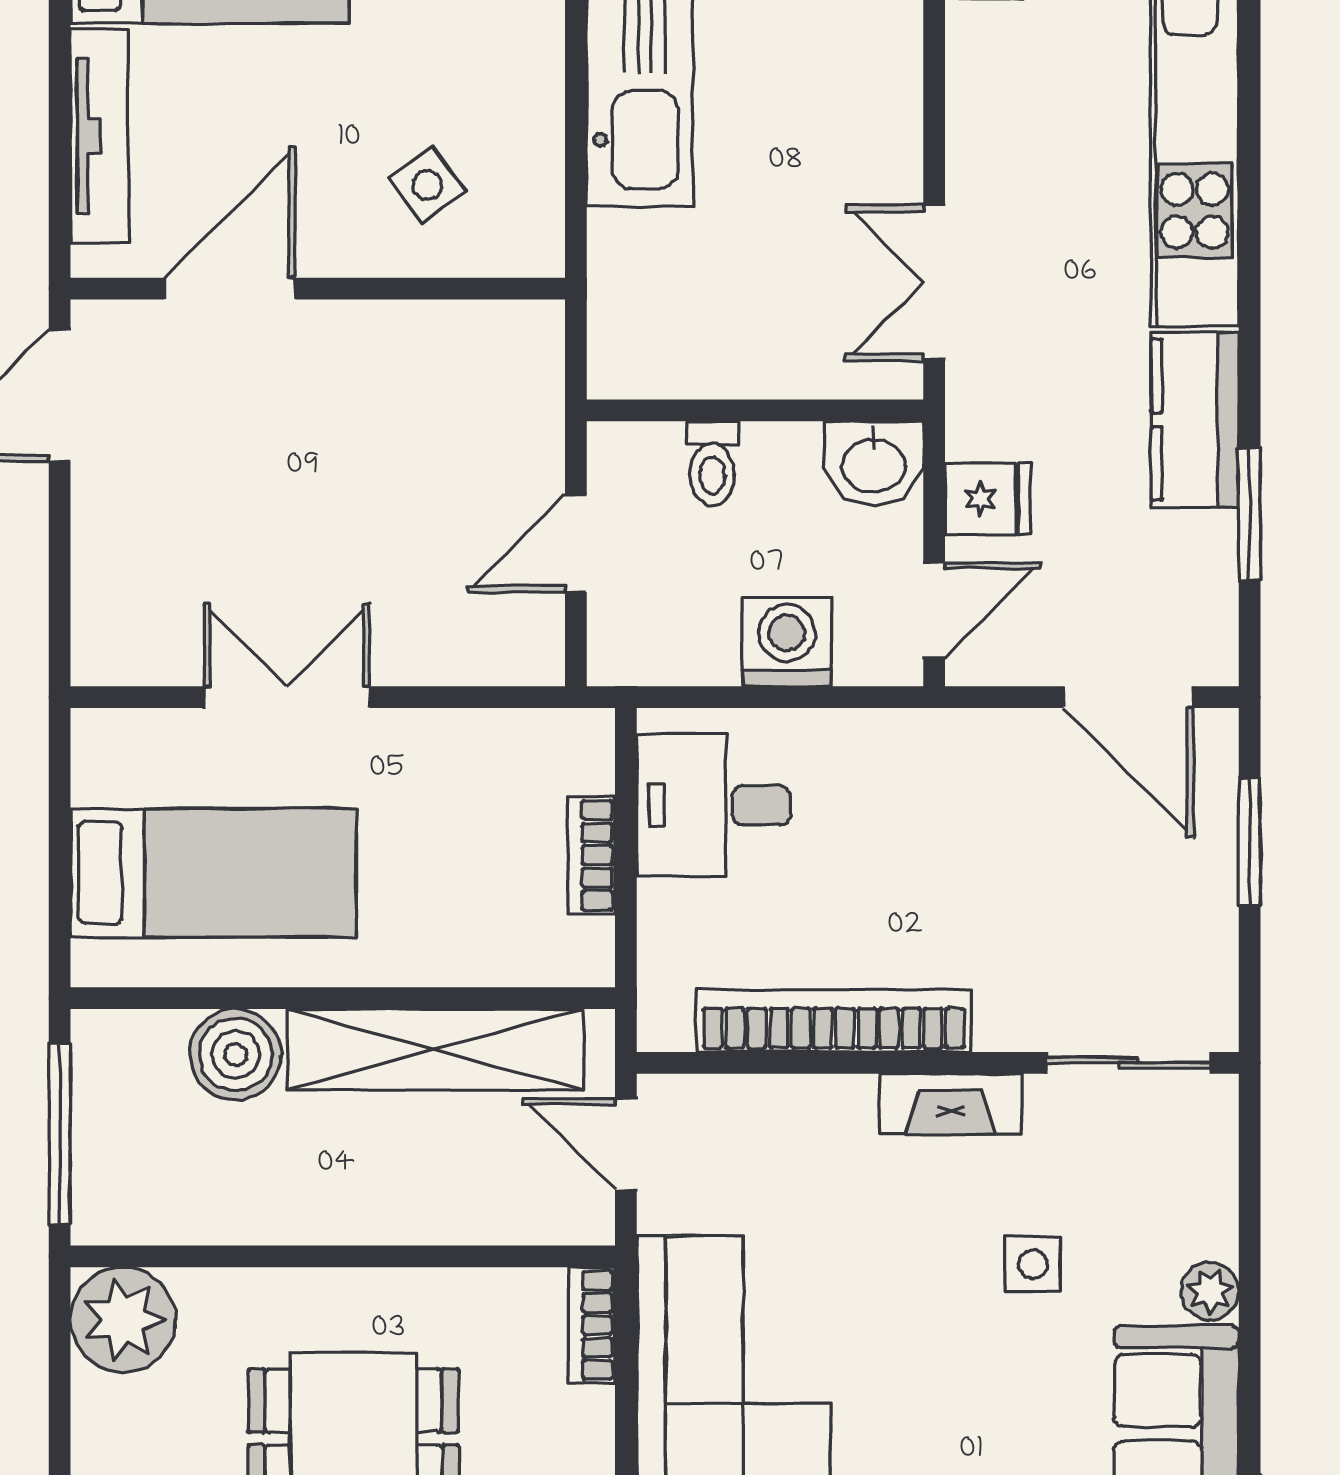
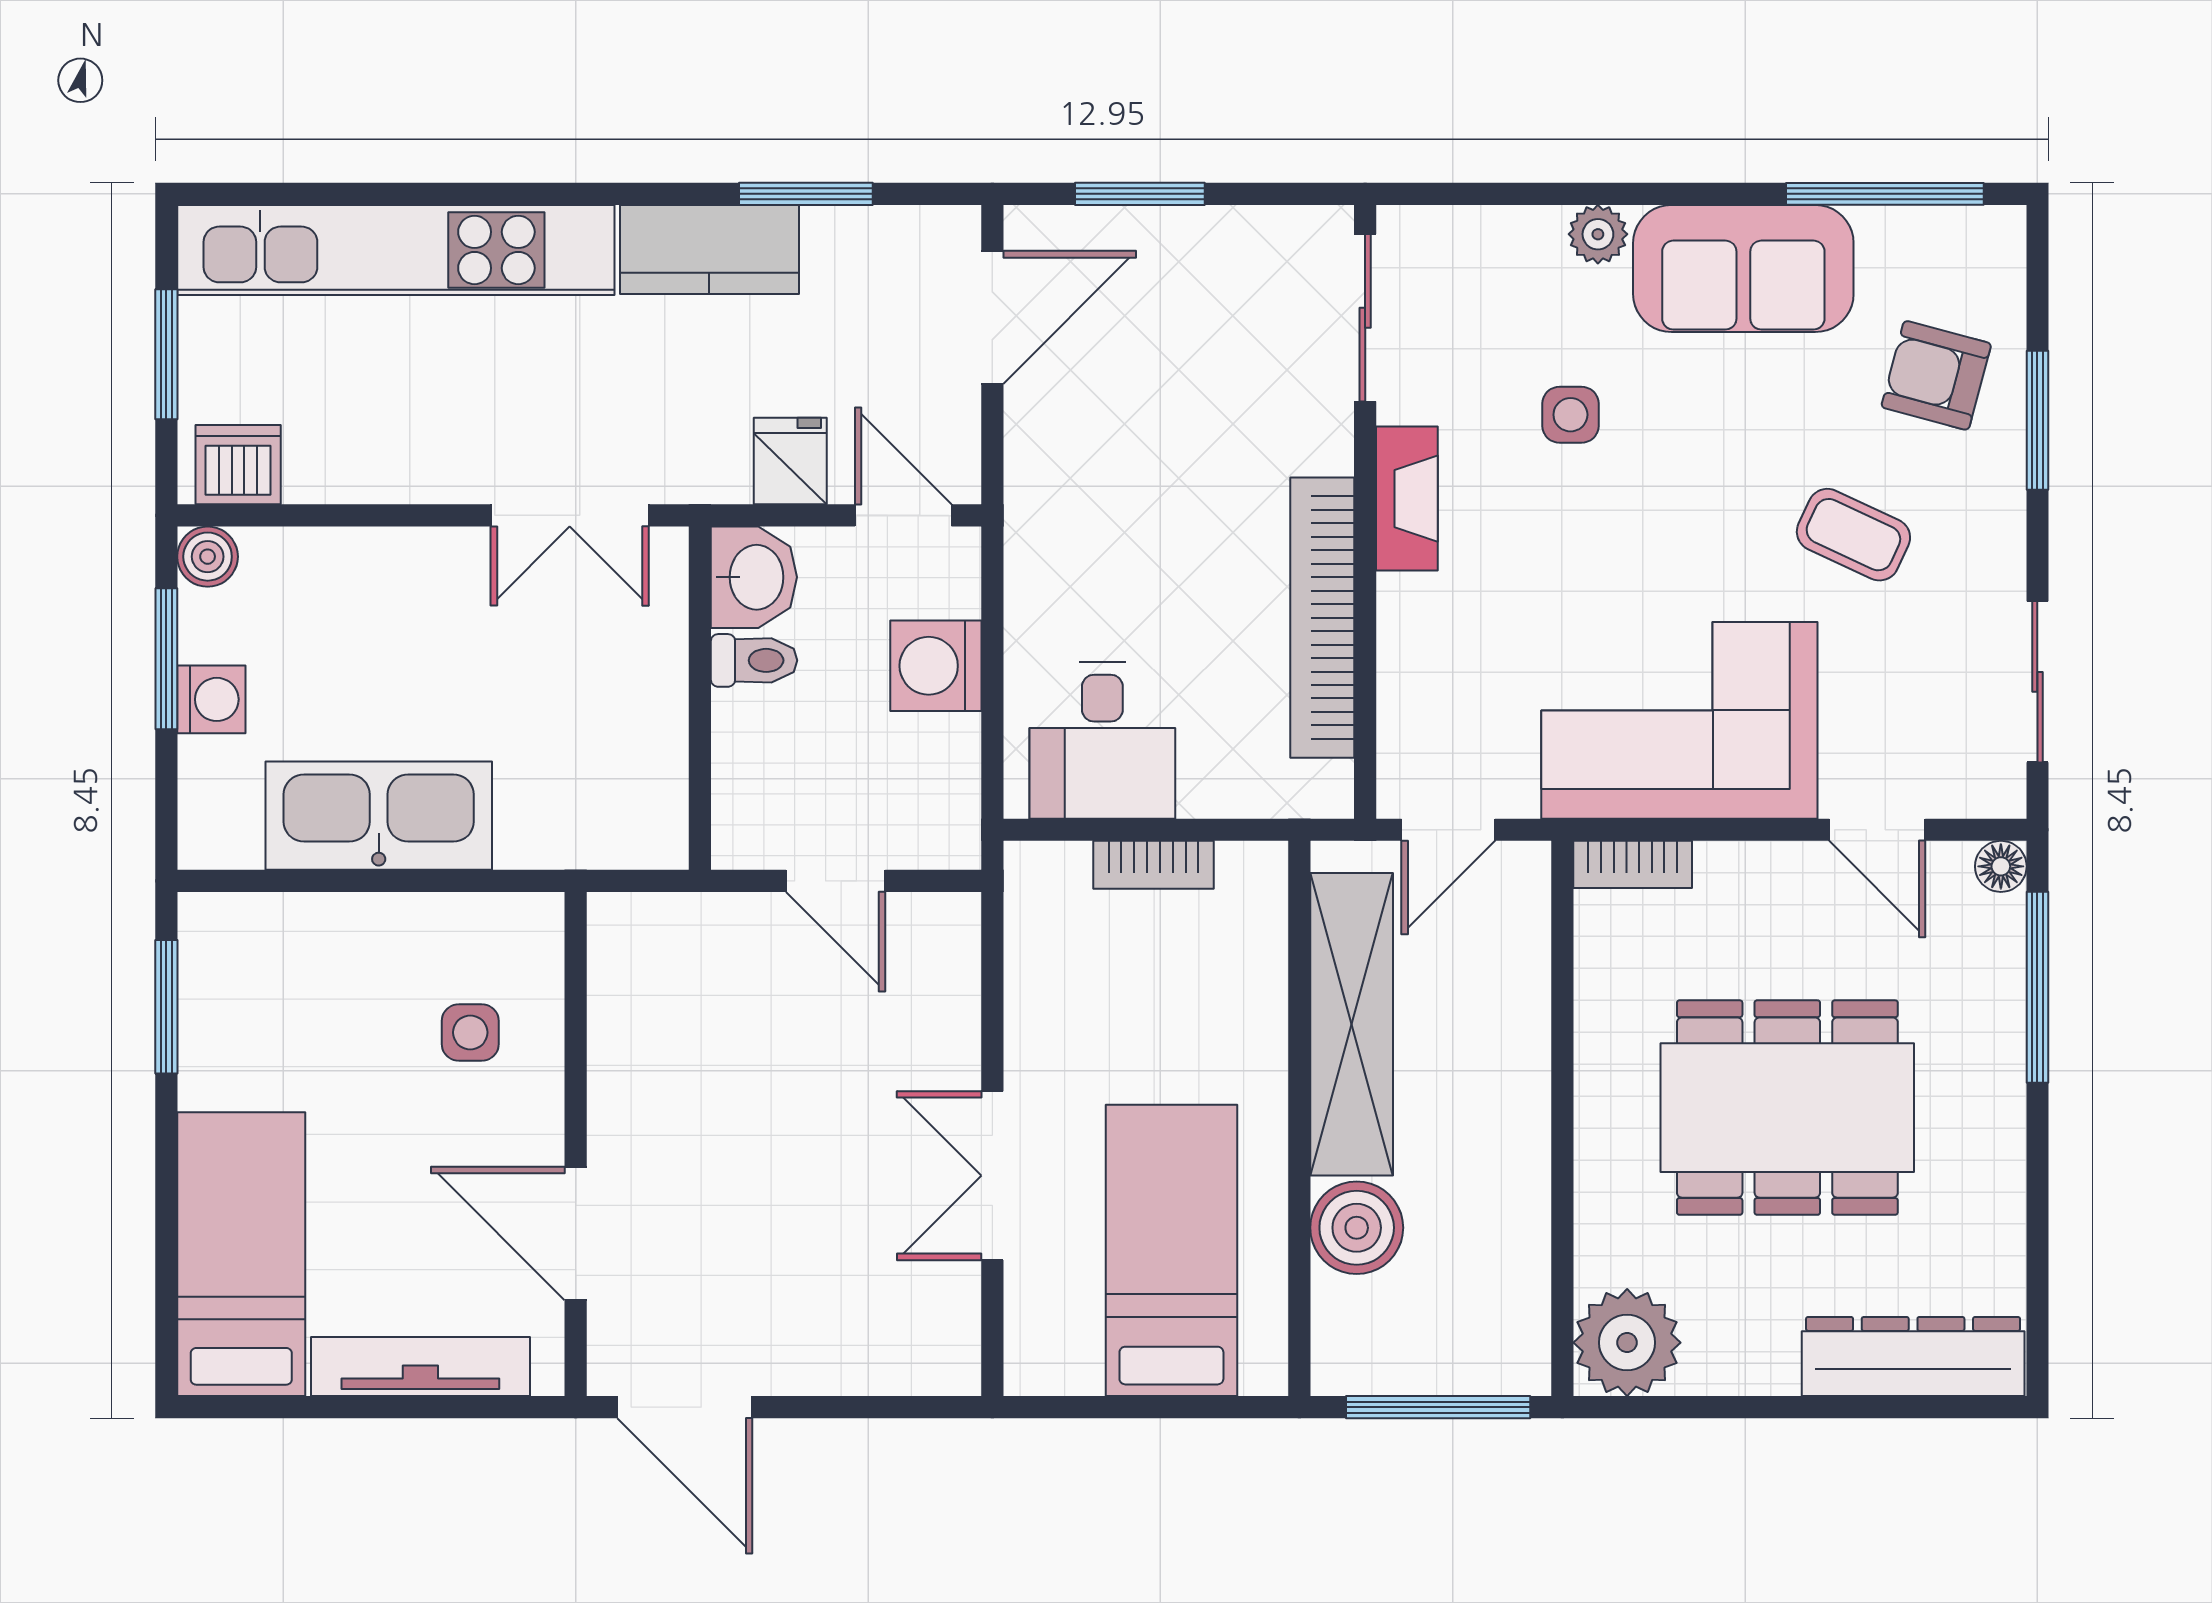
side table: (427, 185) -> (470, 1032), turned 36
toilet: (712, 463) -> (754, 660), moved

